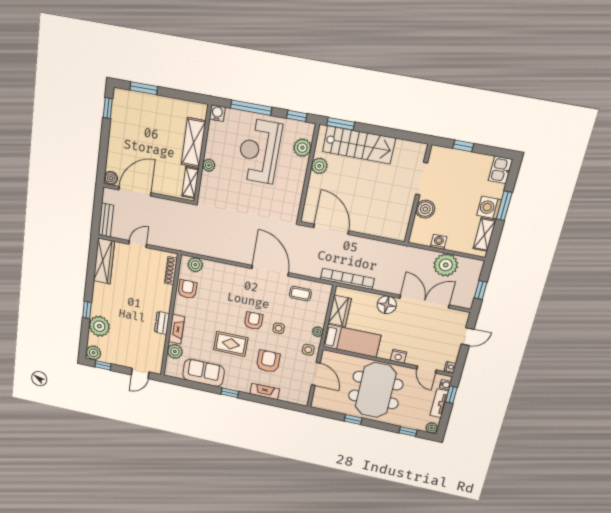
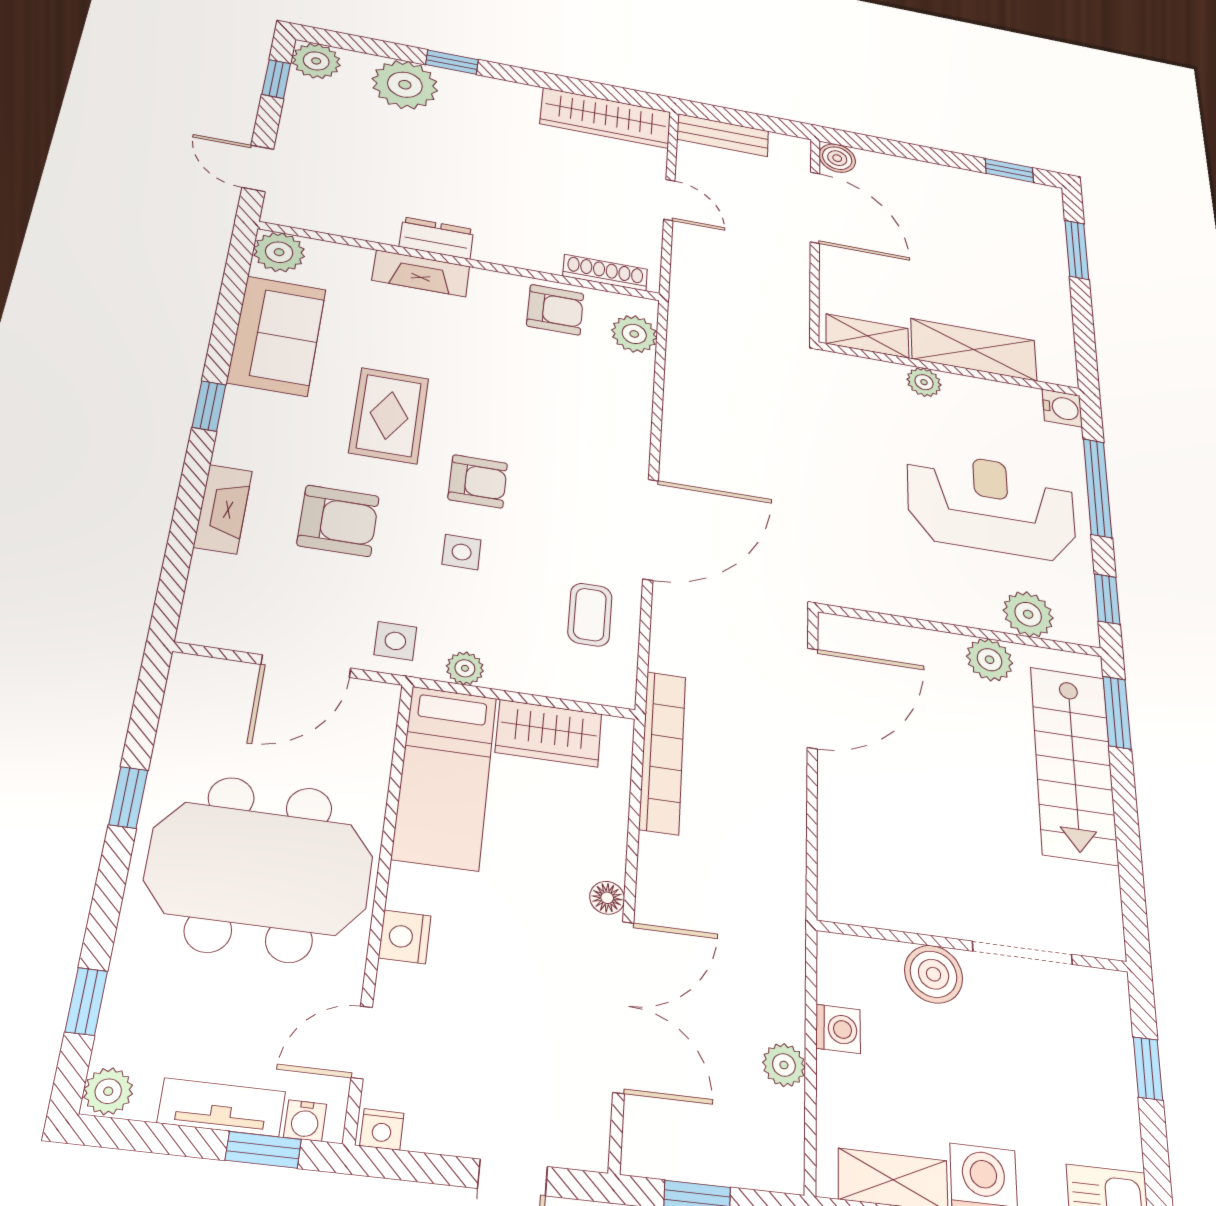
plant: (446, 265) -> (784, 1065), width x0.53, depth x0.53
floor lamp: (387, 305) -> (607, 898), width x0.53, depth x0.53
plant: (175, 351) -> (279, 252), moved

